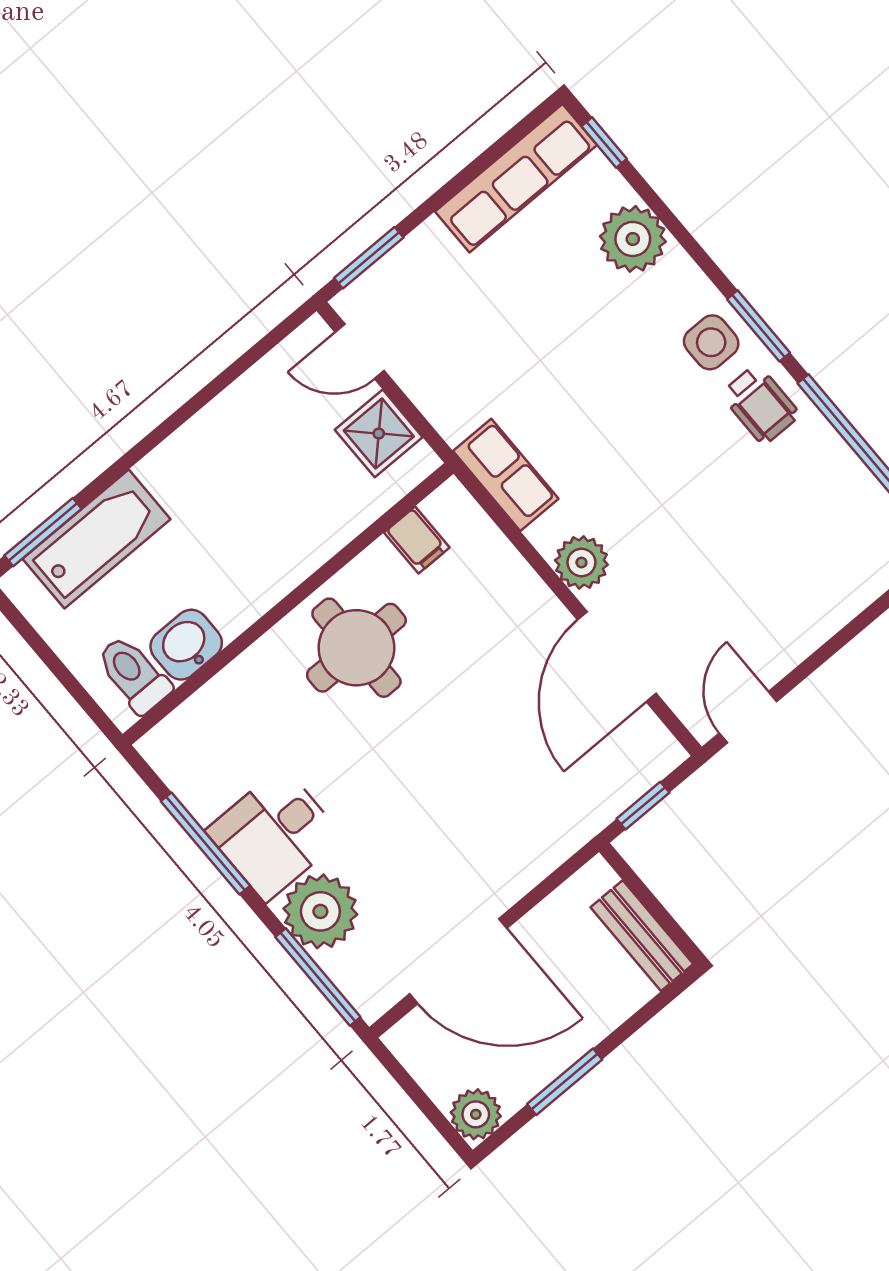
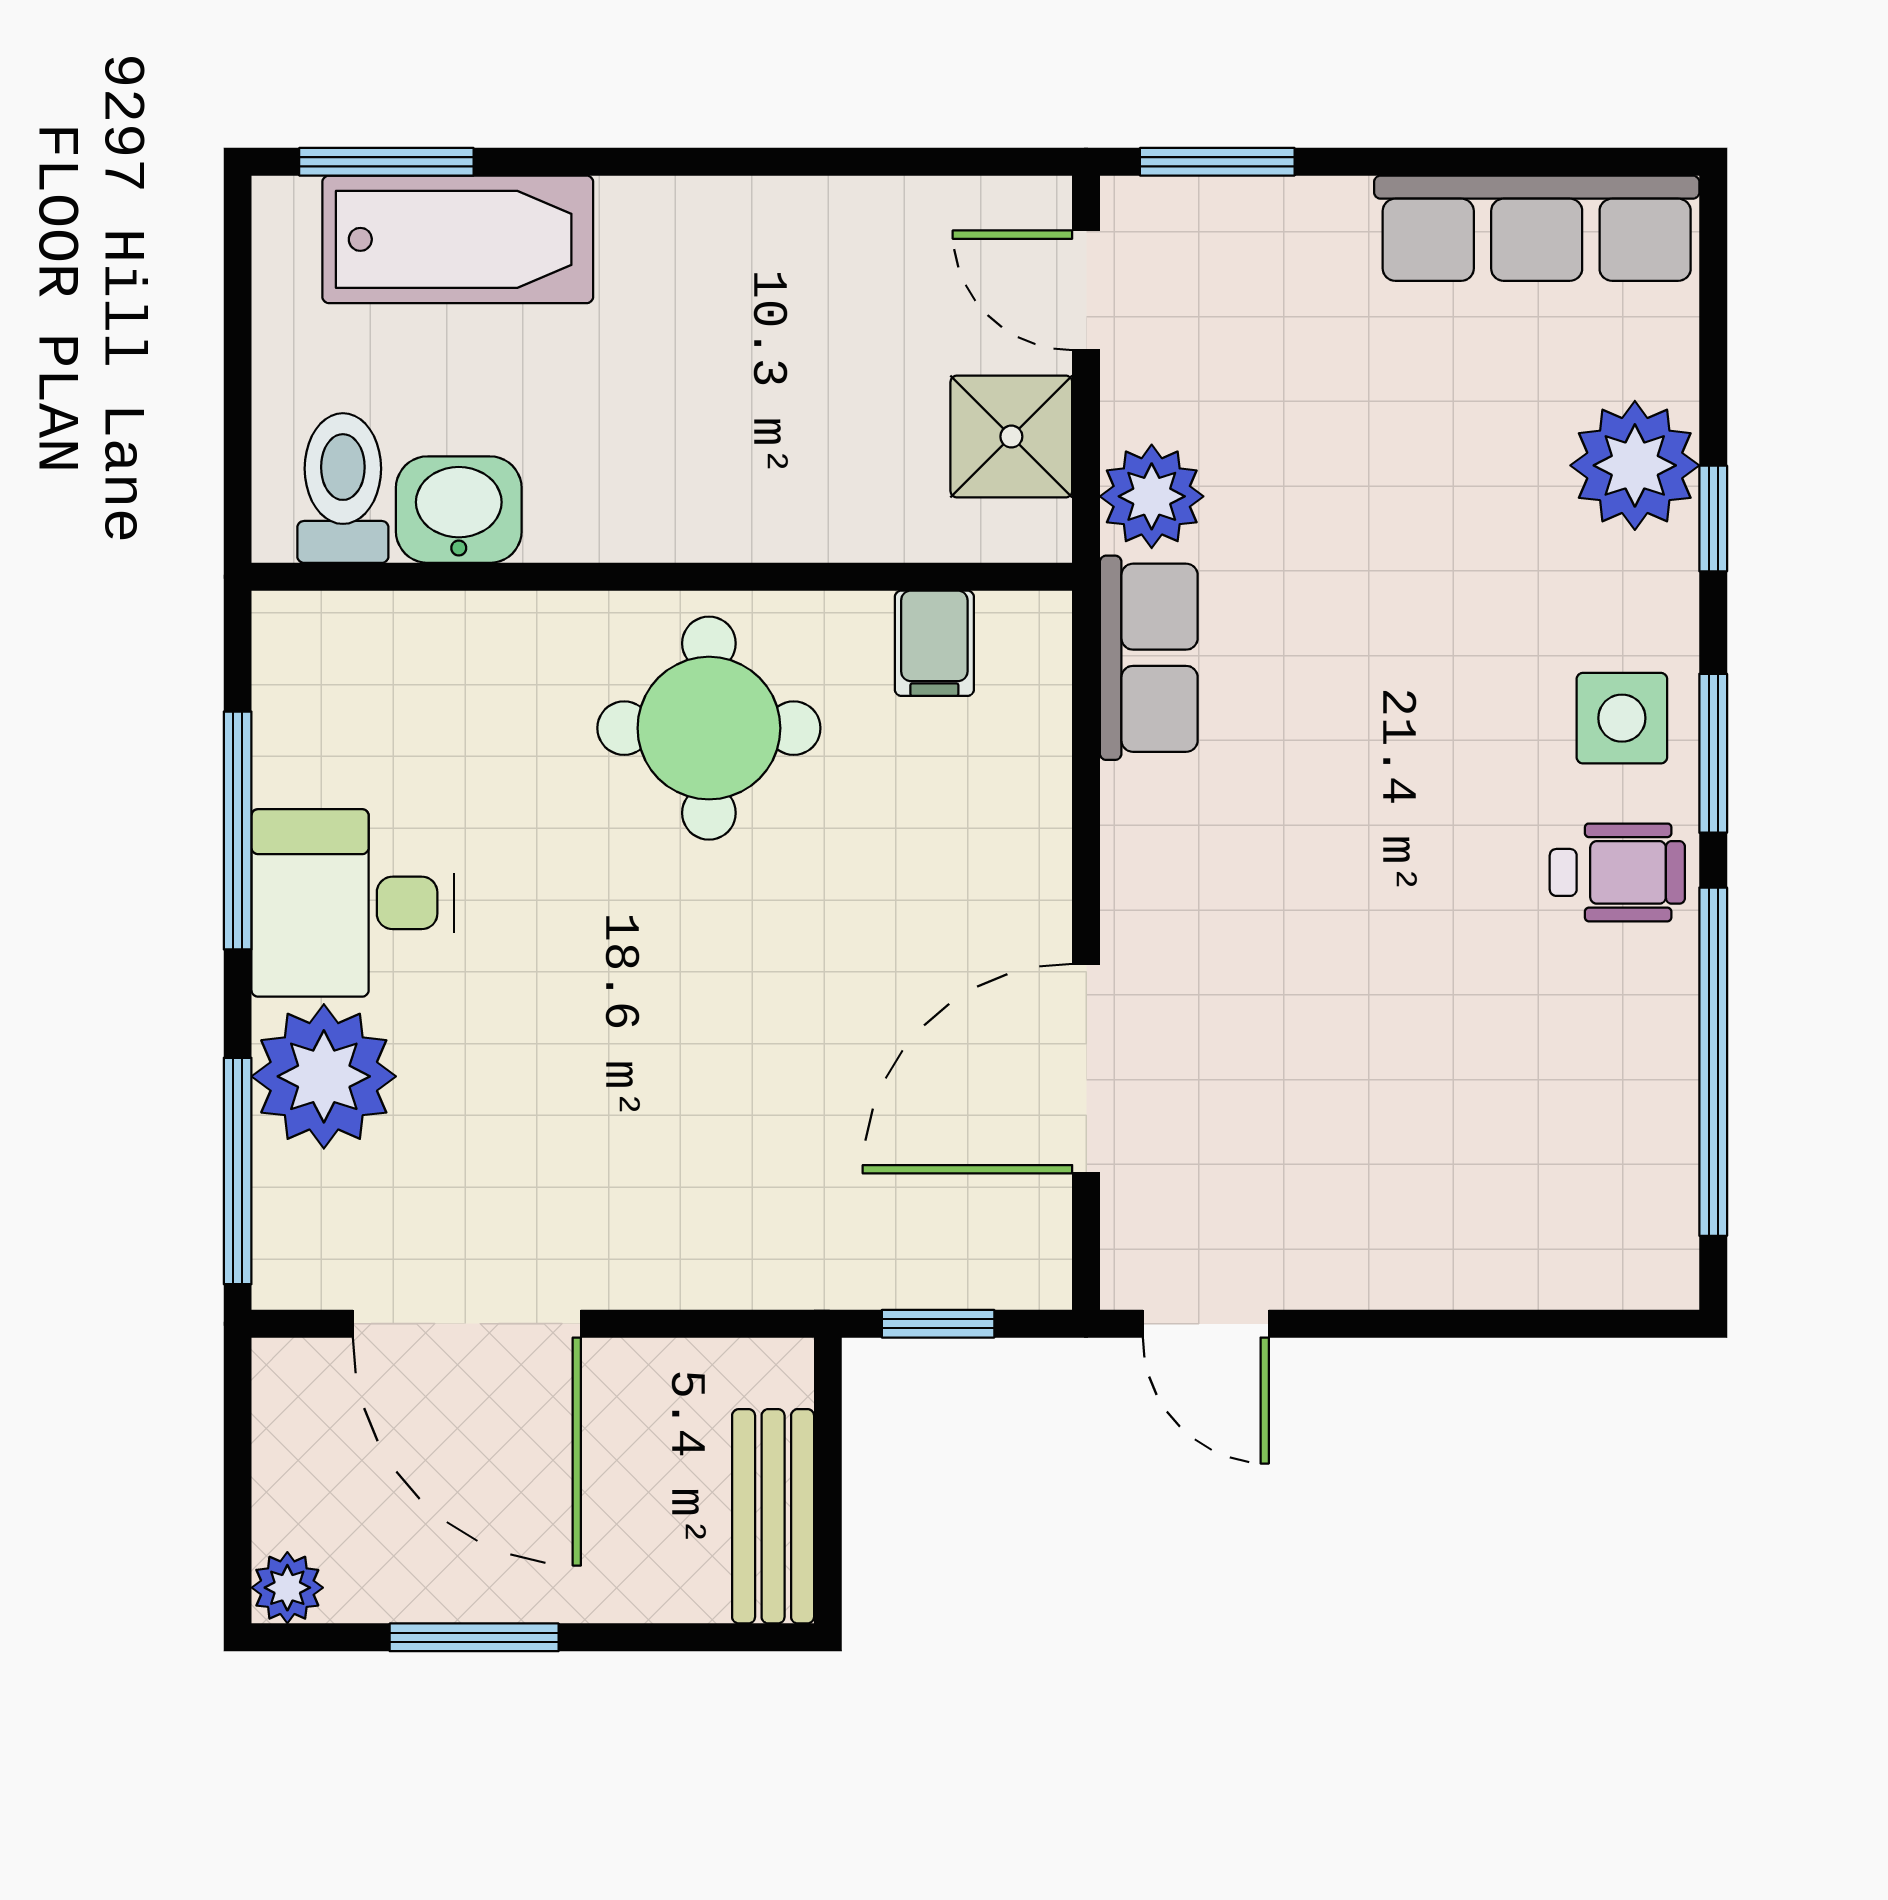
window: (604, 143) -> (1713, 518), moved
wheelchair: (760, 404) -> (1617, 872), turned -90
plant: (581, 562) -> (1152, 496), moved
door: (748, 717) -> (1206, 1324), swing flipped
plant: (476, 1114) -> (287, 1588), width x0.73, depth x0.73

